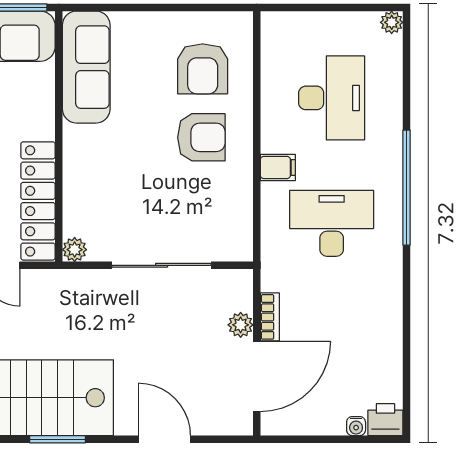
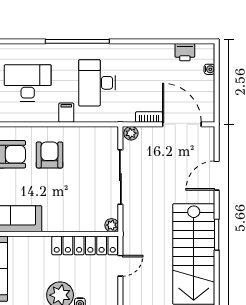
plant: (241, 325) -> (131, 133), moved
printer: (385, 420) -> (185, 52), moved, turned -90

